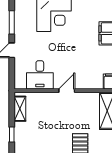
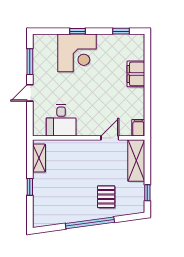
door: (67, 91) -> (110, 138), moved

